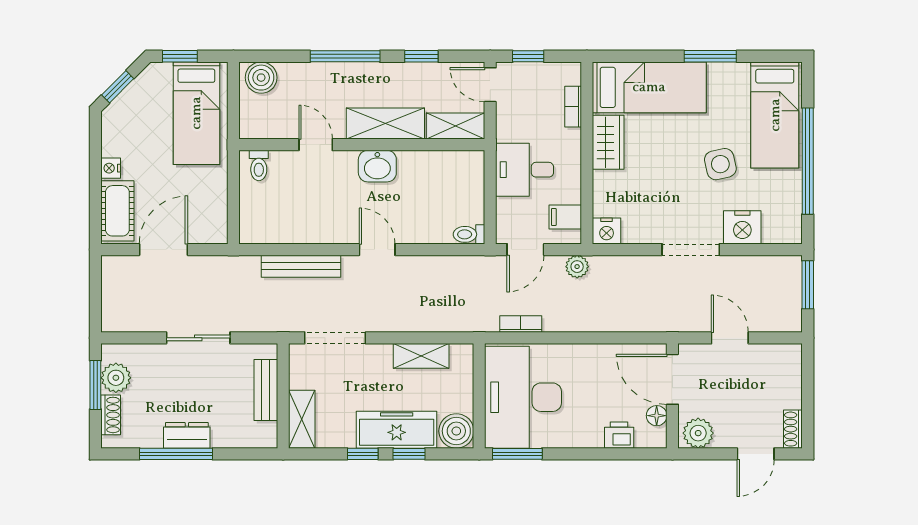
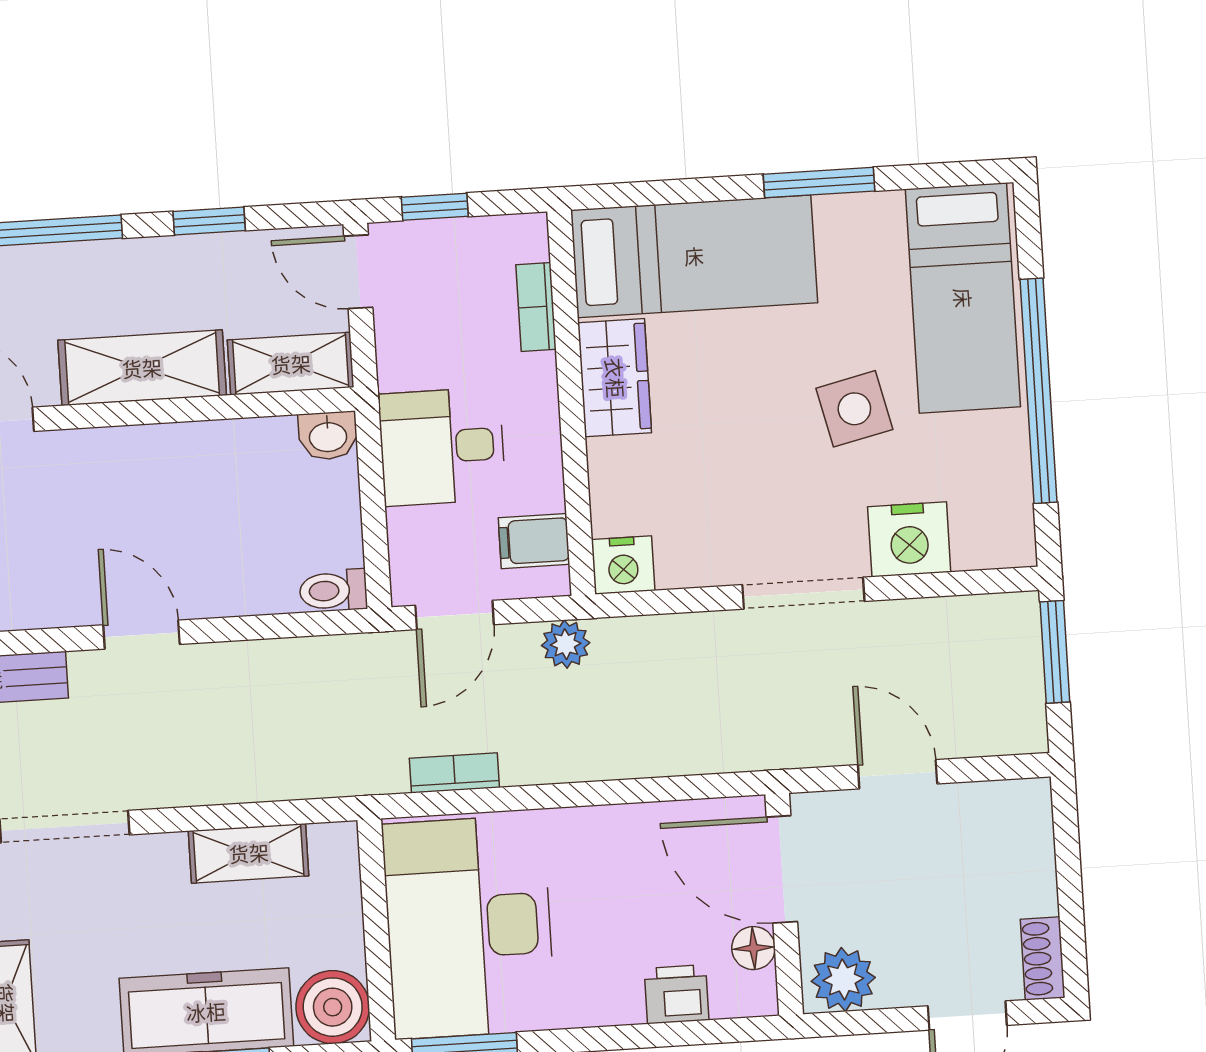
washbasin: (377, 166) -> (328, 436), moved, width x0.72, depth x0.69

